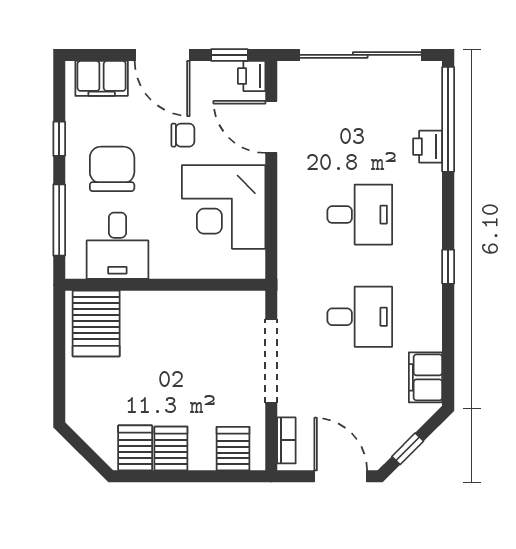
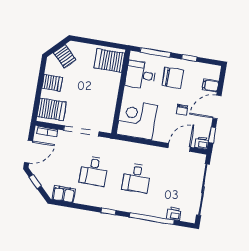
filing cabinet: (102, 78) -> (211, 85), width x0.50
window: (448, 119) -> (152, 219), moved
printer: (428, 147) -> (174, 214), moved
corner desk: (224, 207) -> (137, 120), moved
server rack: (135, 448) -> (65, 56), moved, turned 45
server rack: (233, 449) -> (52, 109), width x1.36, depth x1.44

